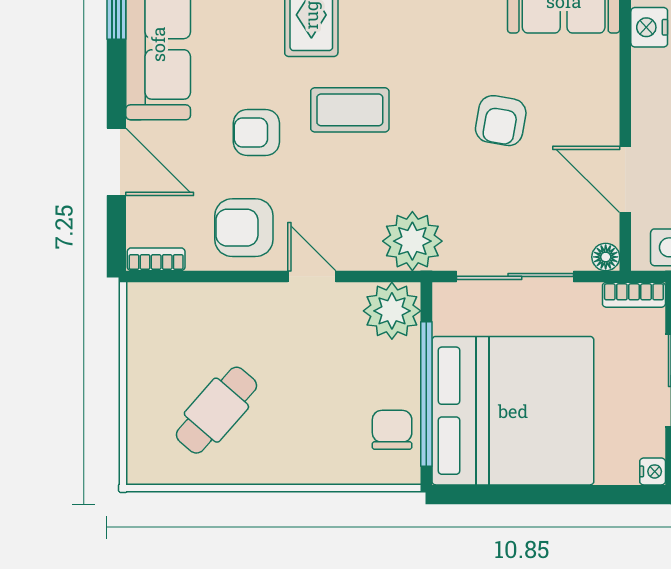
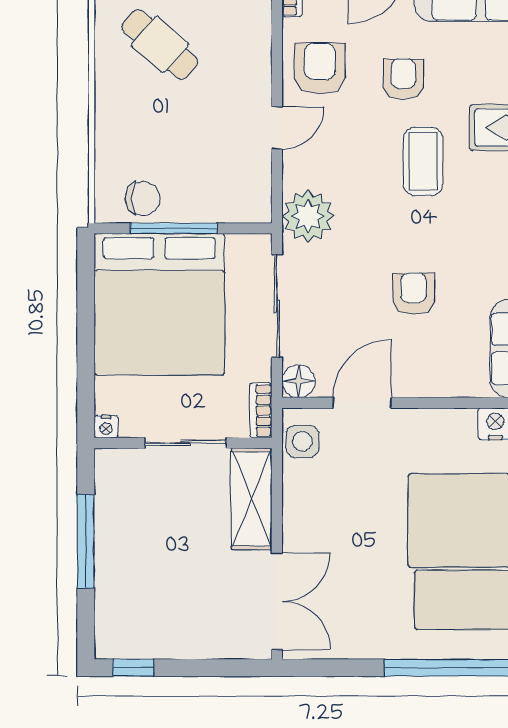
armchair: (501, 121) -> (414, 294), turned 80
floor lamp: (606, 257) -> (299, 381), width x1.37, depth x1.37
plant: (392, 311) -> (247, 198), removed
window: (426, 394) -> (174, 228), width x0.68

